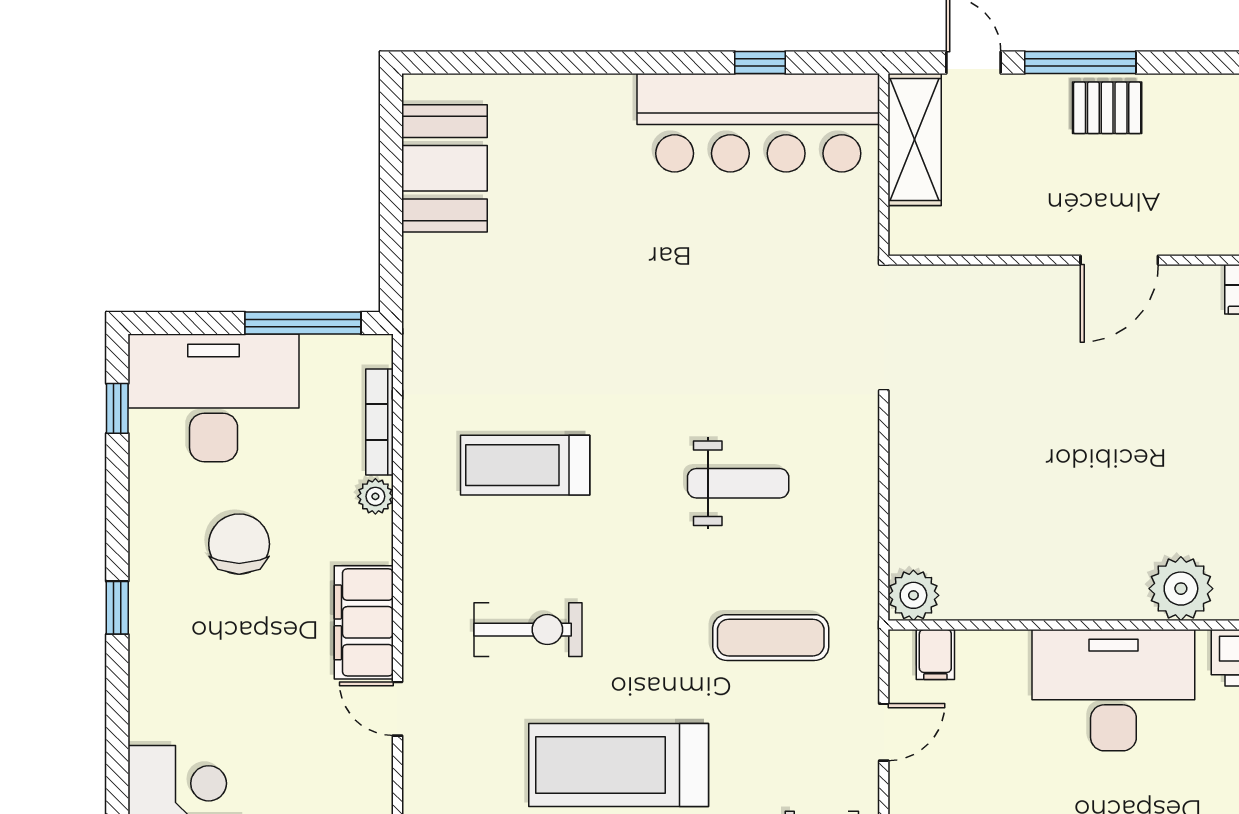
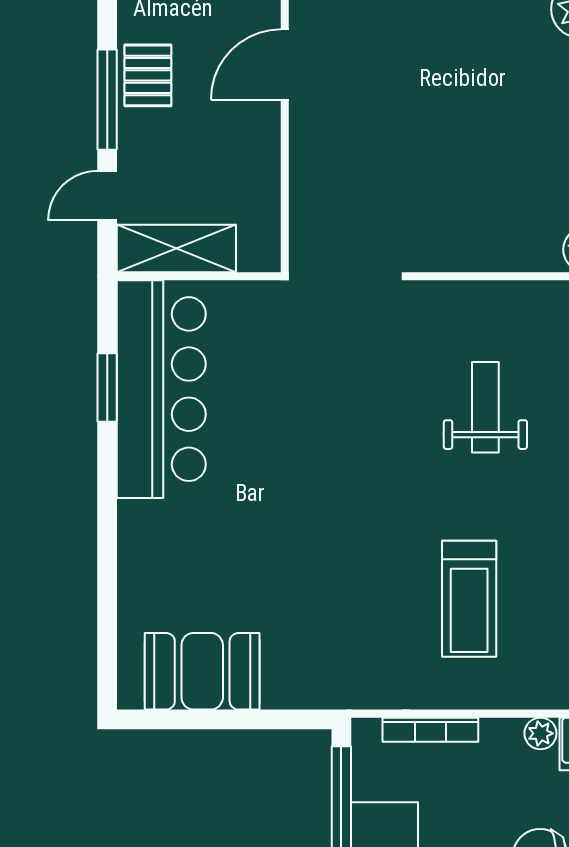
window: (760, 63) -> (107, 388), width x1.50
door: (1119, 260) -> (285, 65), swing flipped
plant: (375, 496) -> (540, 733), moved

